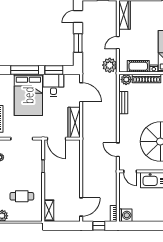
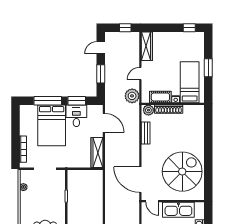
door: (56, 139) -> (79, 169), removed
door: (118, 150) -> (140, 180), width x1.87

